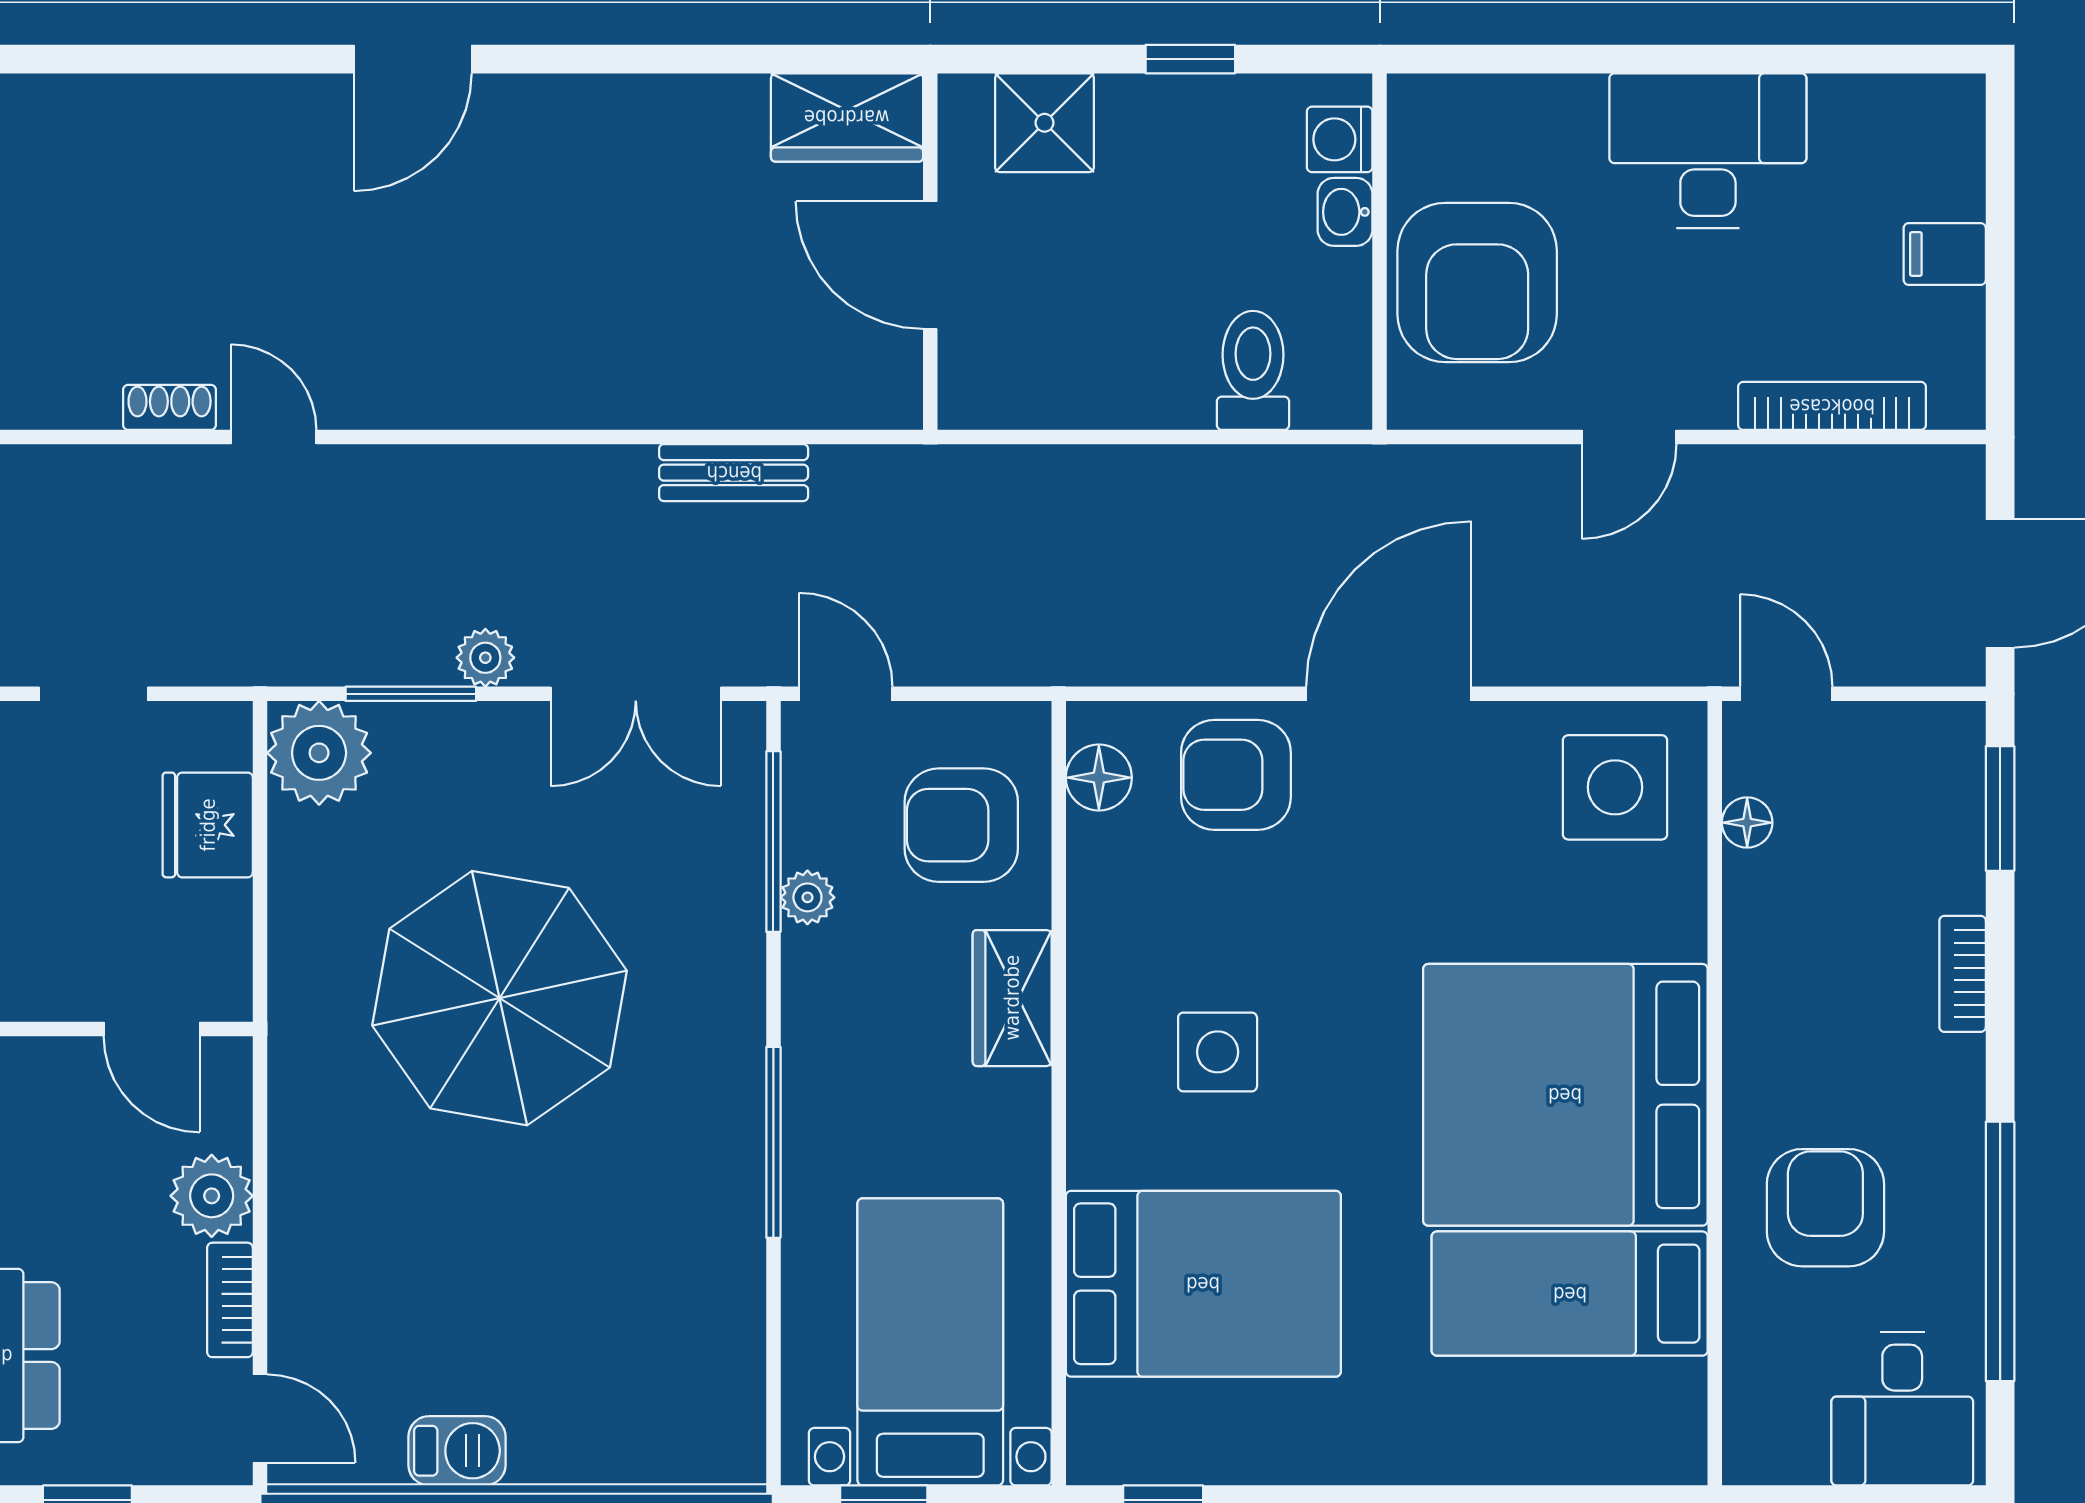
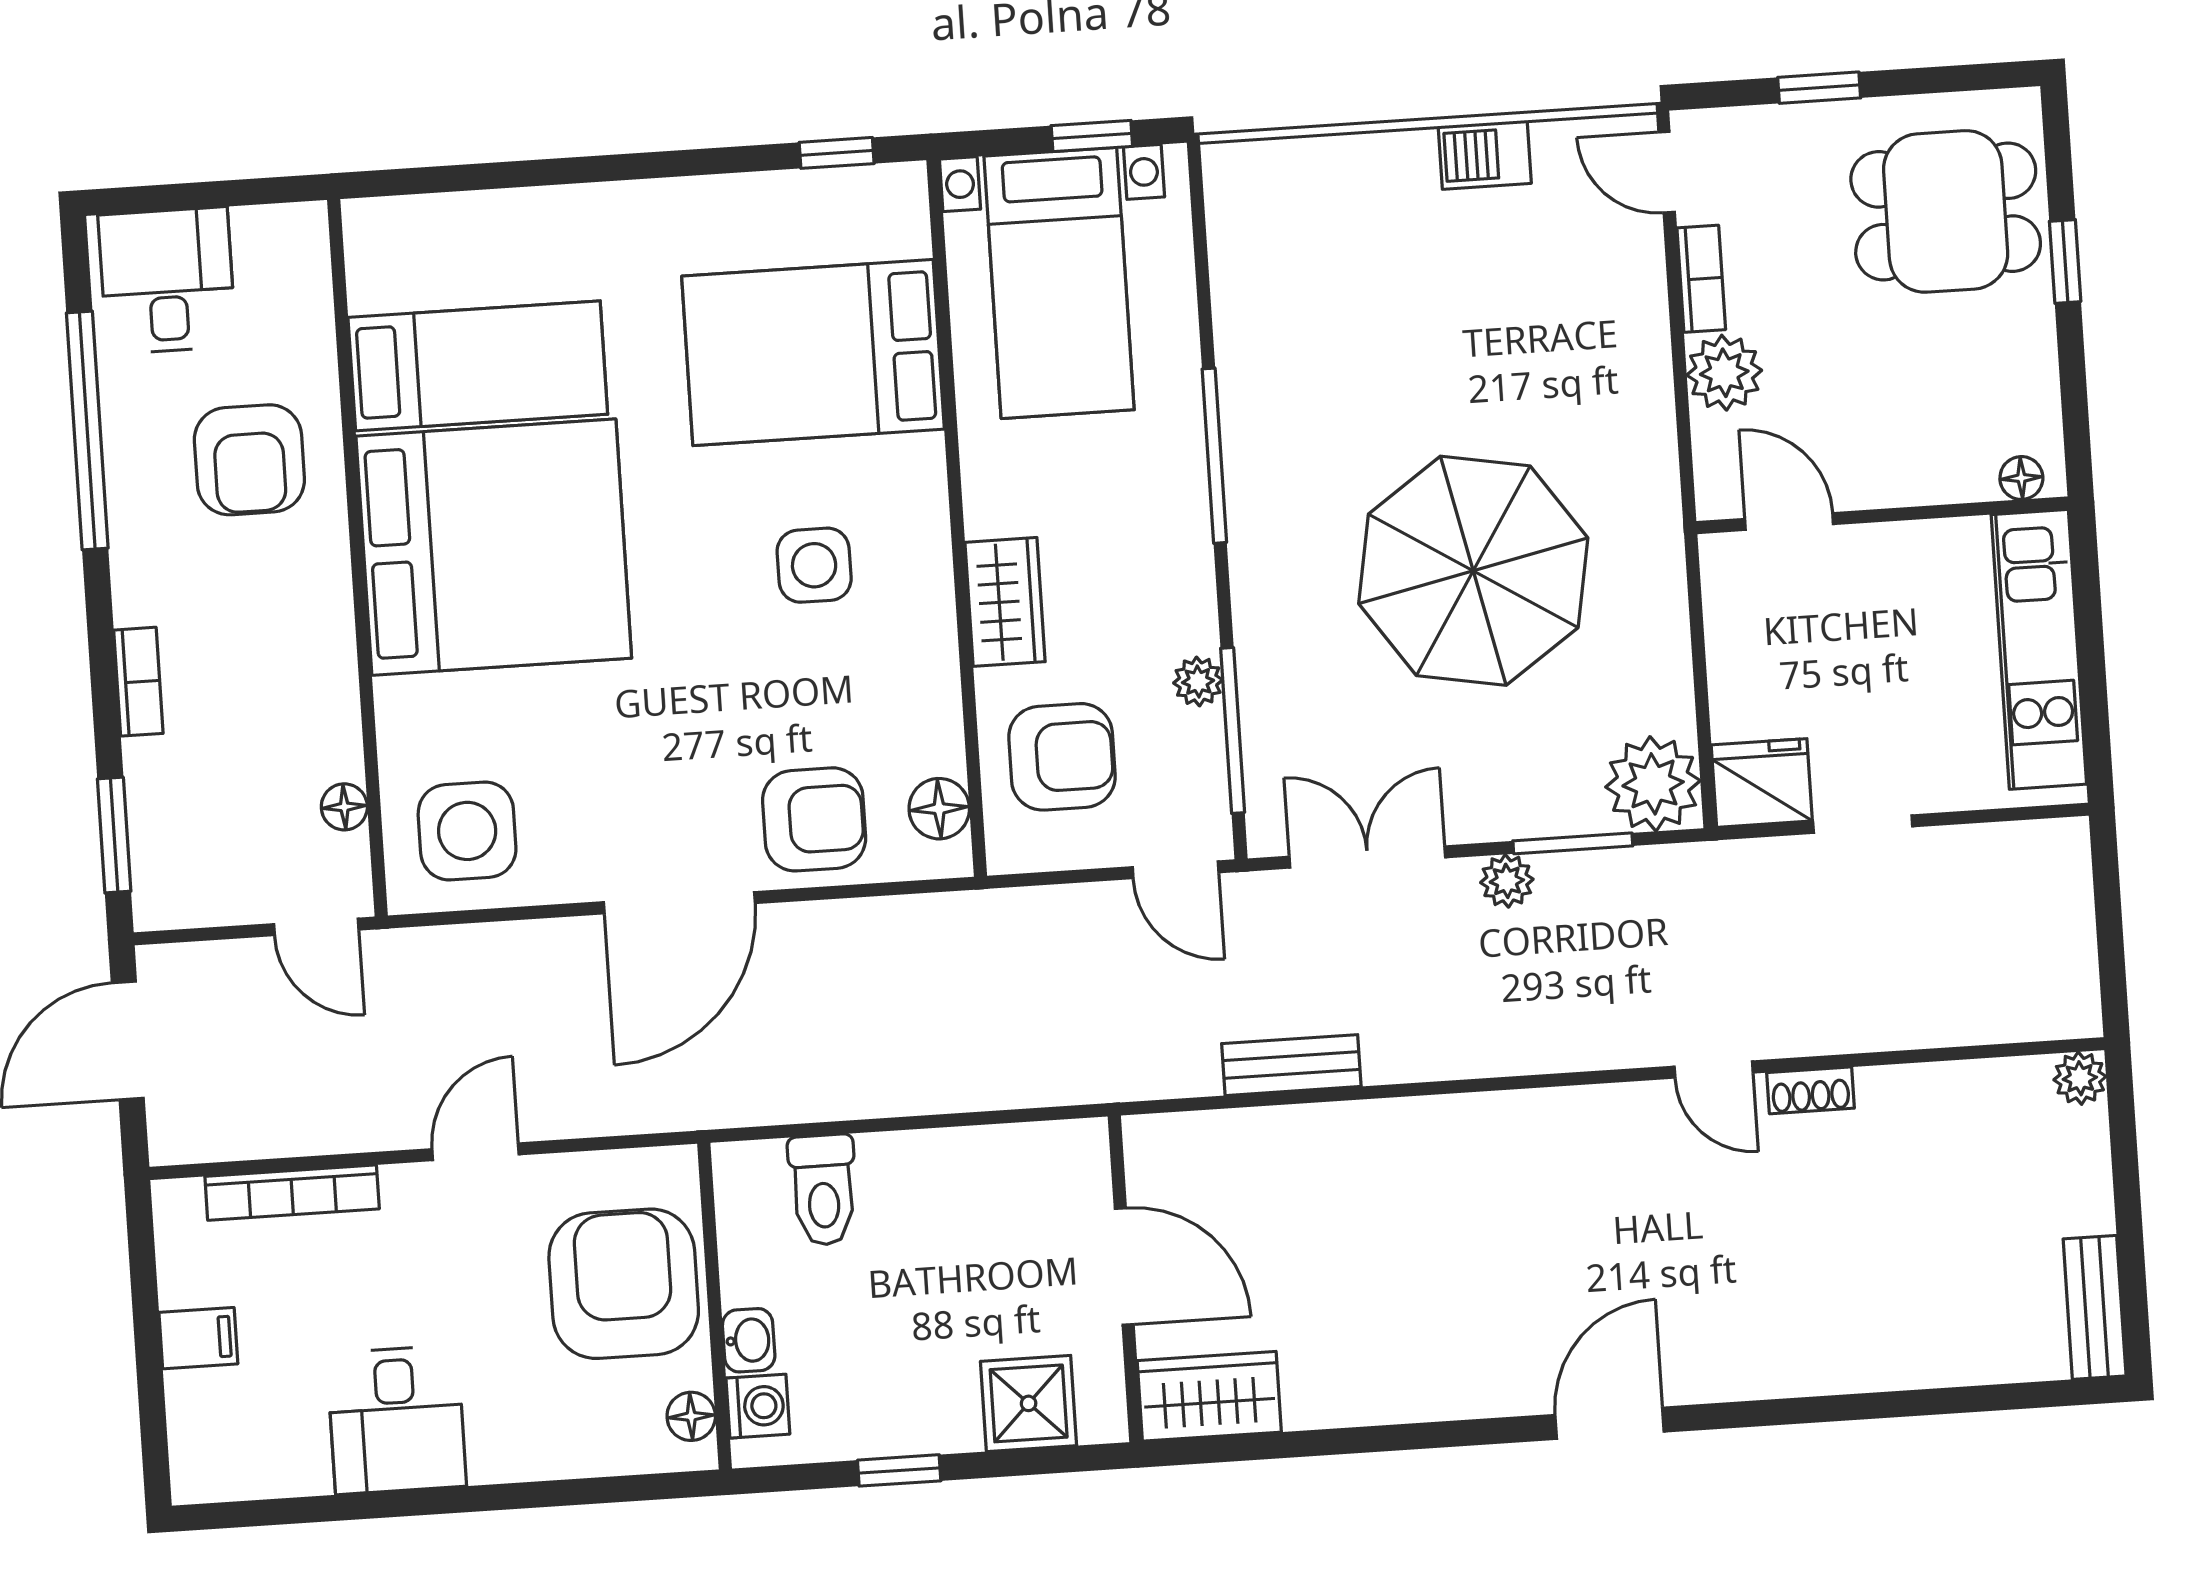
floor lamp: (1413, 133) -> (691, 1416), added
desk: (1708, 151) -> (396, 1420), width x0.73
fridge: (208, 825) -> (1762, 783), moved, turned -90

